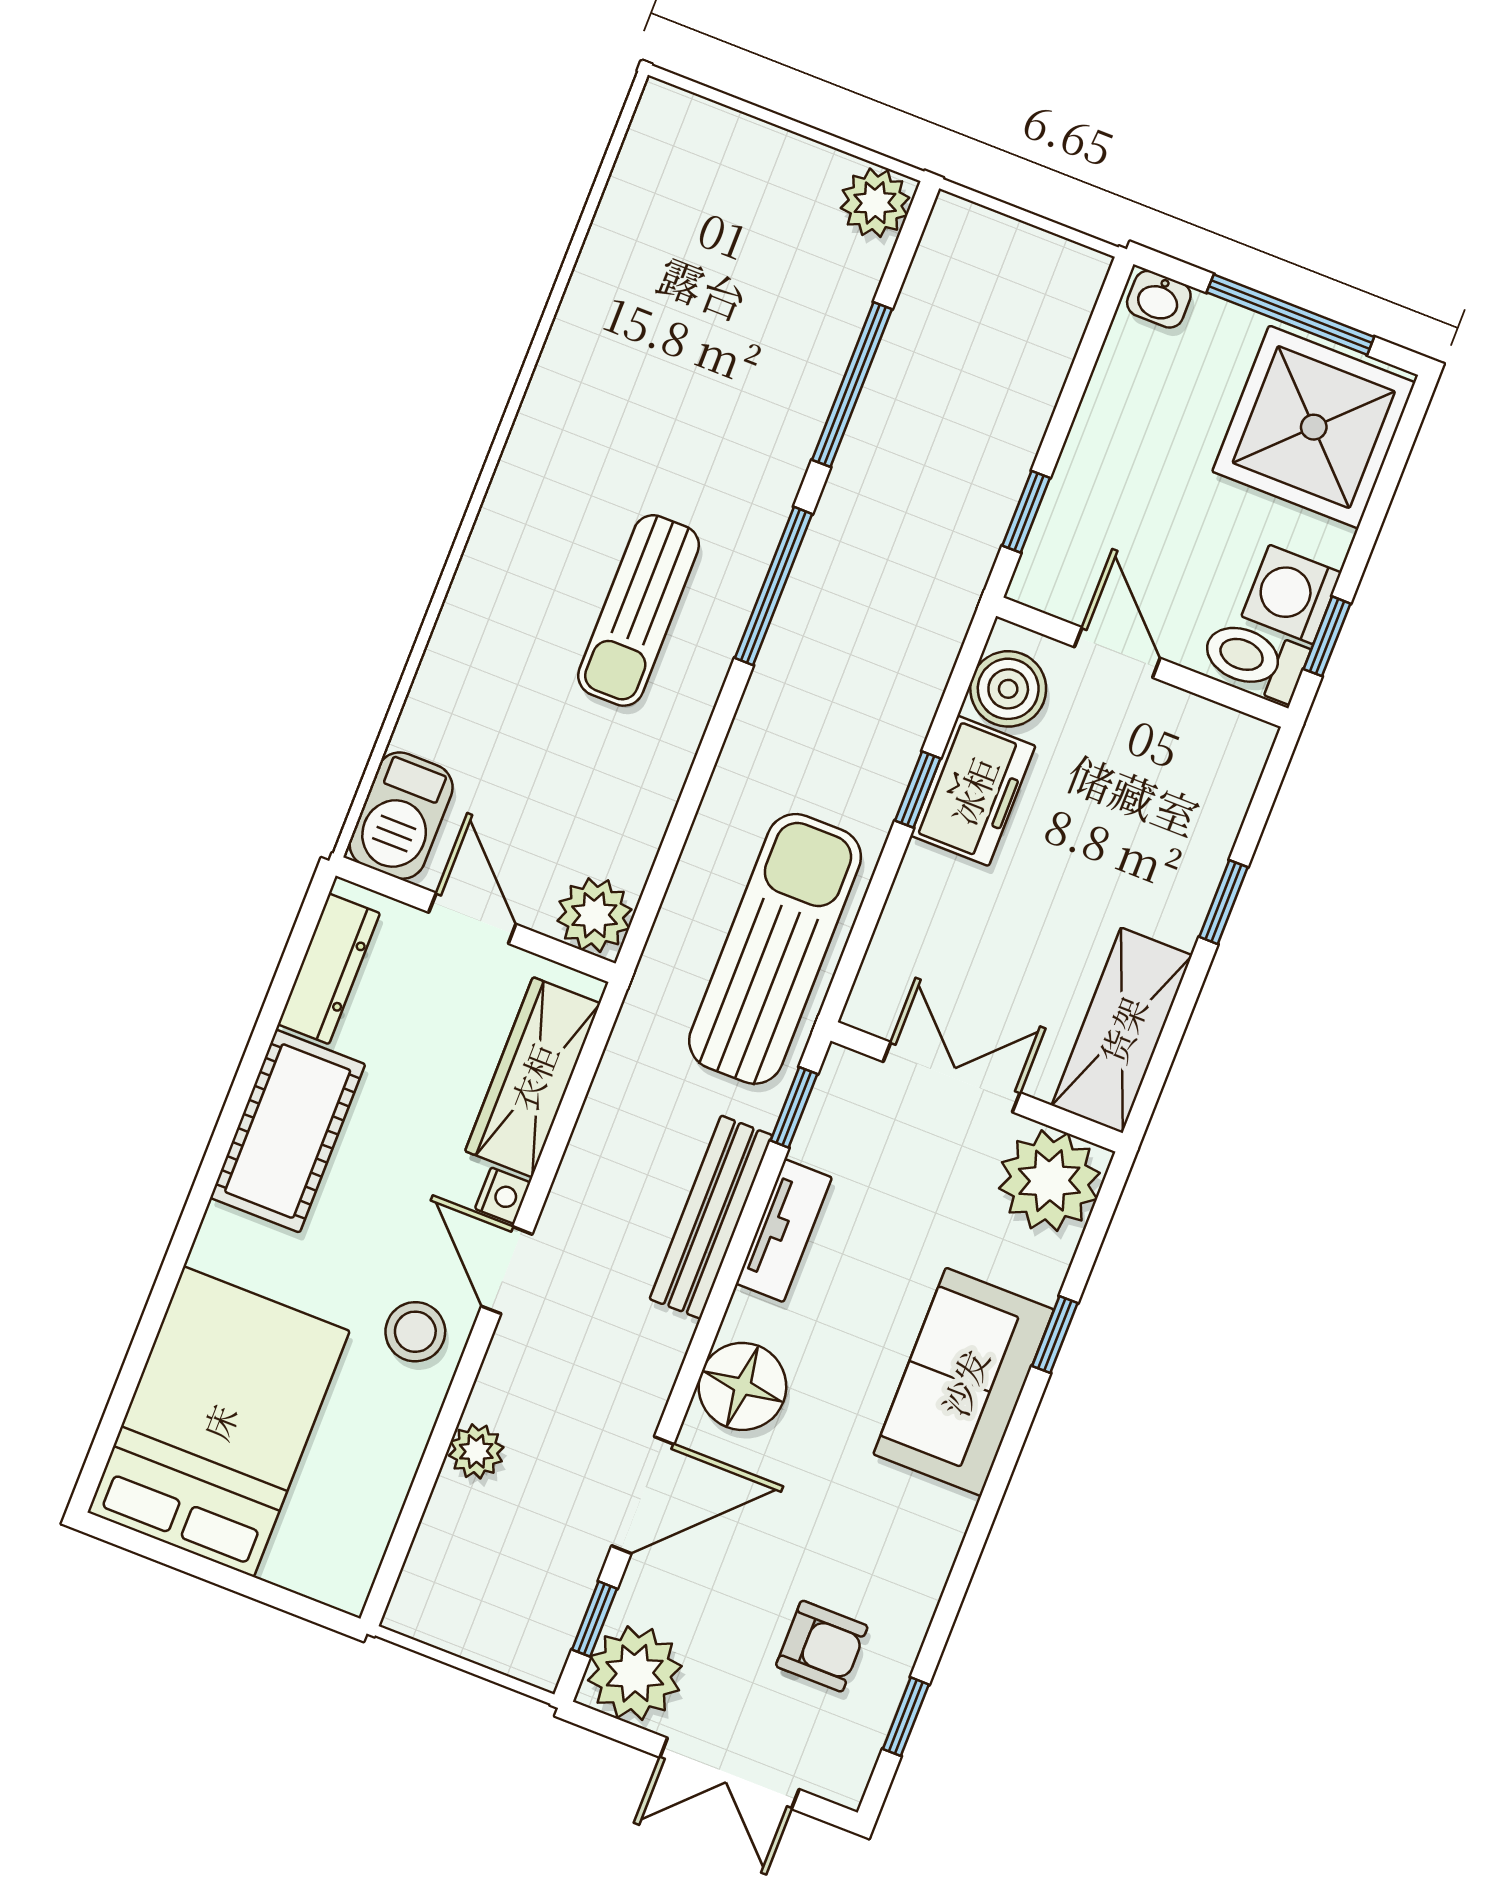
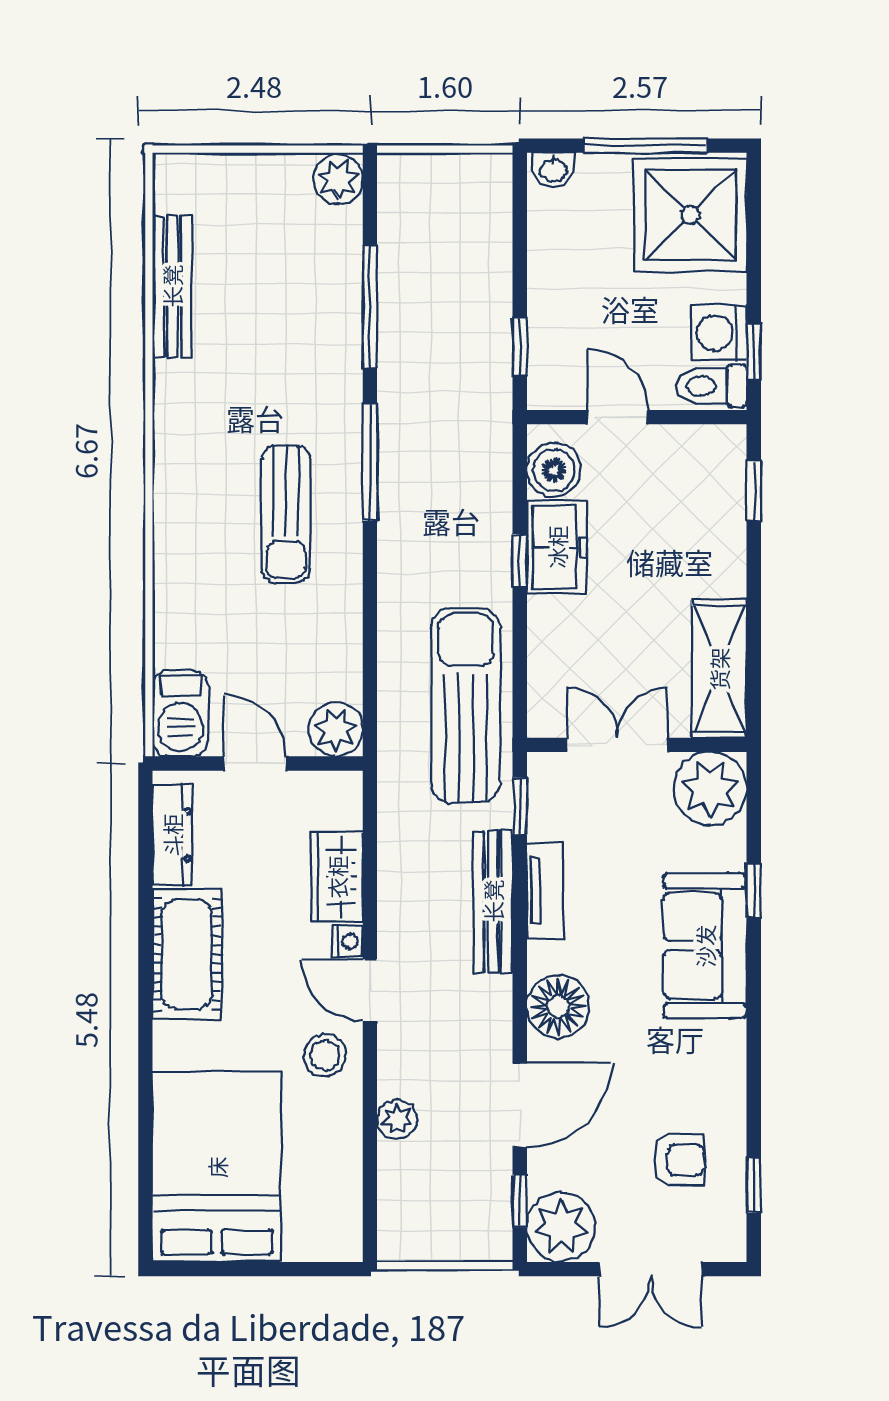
bench: (606, 258) -> (172, 286), added
window: (1223, 902) -> (754, 491), moved
wardrobe: (533, 1077) -> (337, 877), width x0.67

